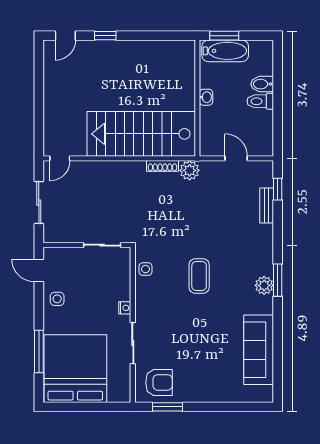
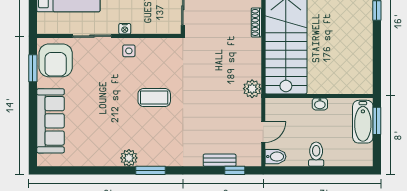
bidet: (262, 84) -> (276, 157), moved, turned 90
shoe rack: (163, 166) -> (256, 22), moved
side table: (145, 269) -> (129, 51), moved
plant: (264, 285) -> (129, 158), moved
sofa: (259, 350) -> (51, 121), moved, turned 90
armchair: (159, 382) -> (56, 60), width x1.36, depth x1.36

